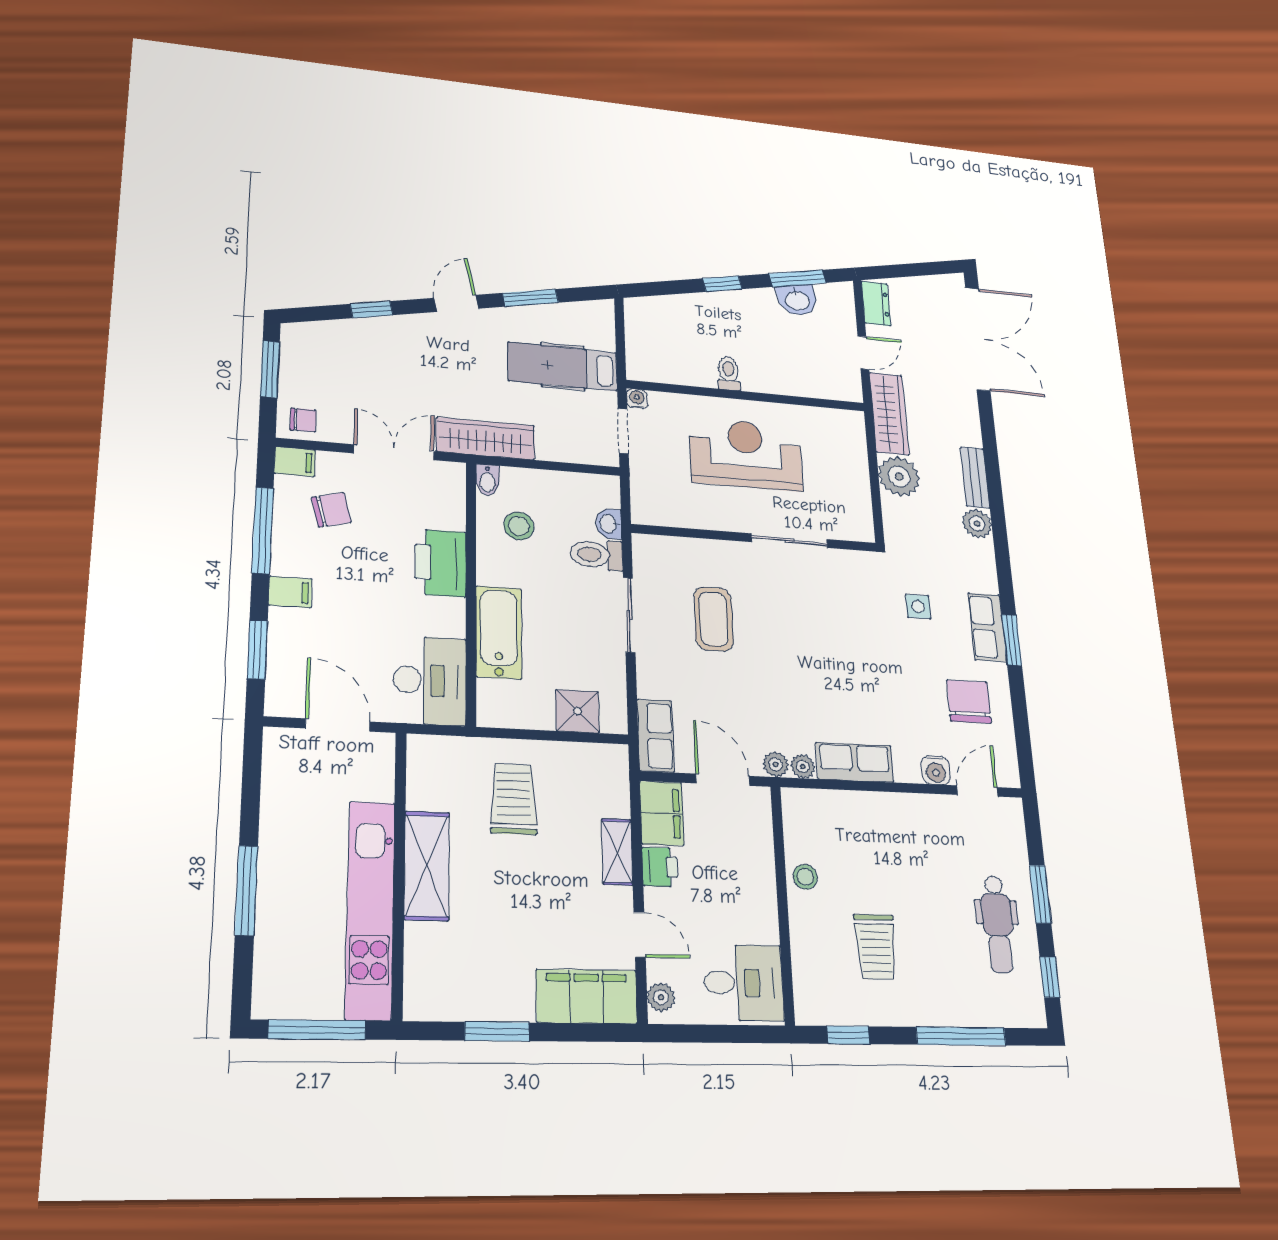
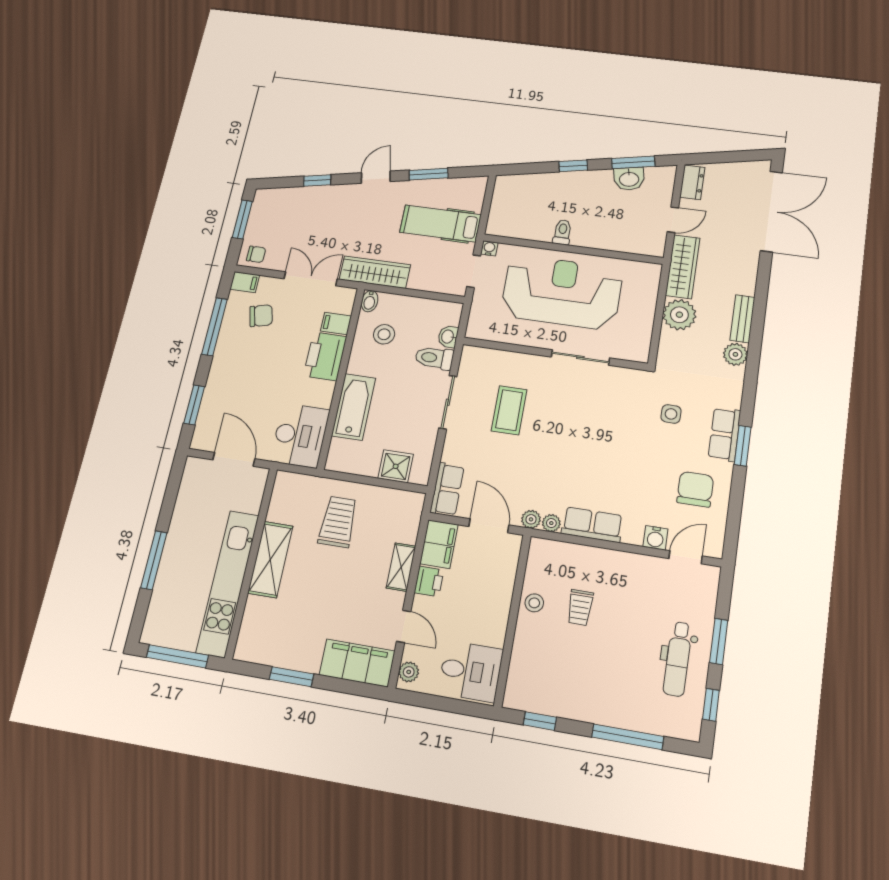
reception desk: (746, 454) -> (562, 292), width x1.36, depth x1.30
filing cabinet: (290, 592) -> (336, 323), moved, turned 180
trolley: (876, 947) -> (580, 607), moved, width x0.73, depth x0.72

